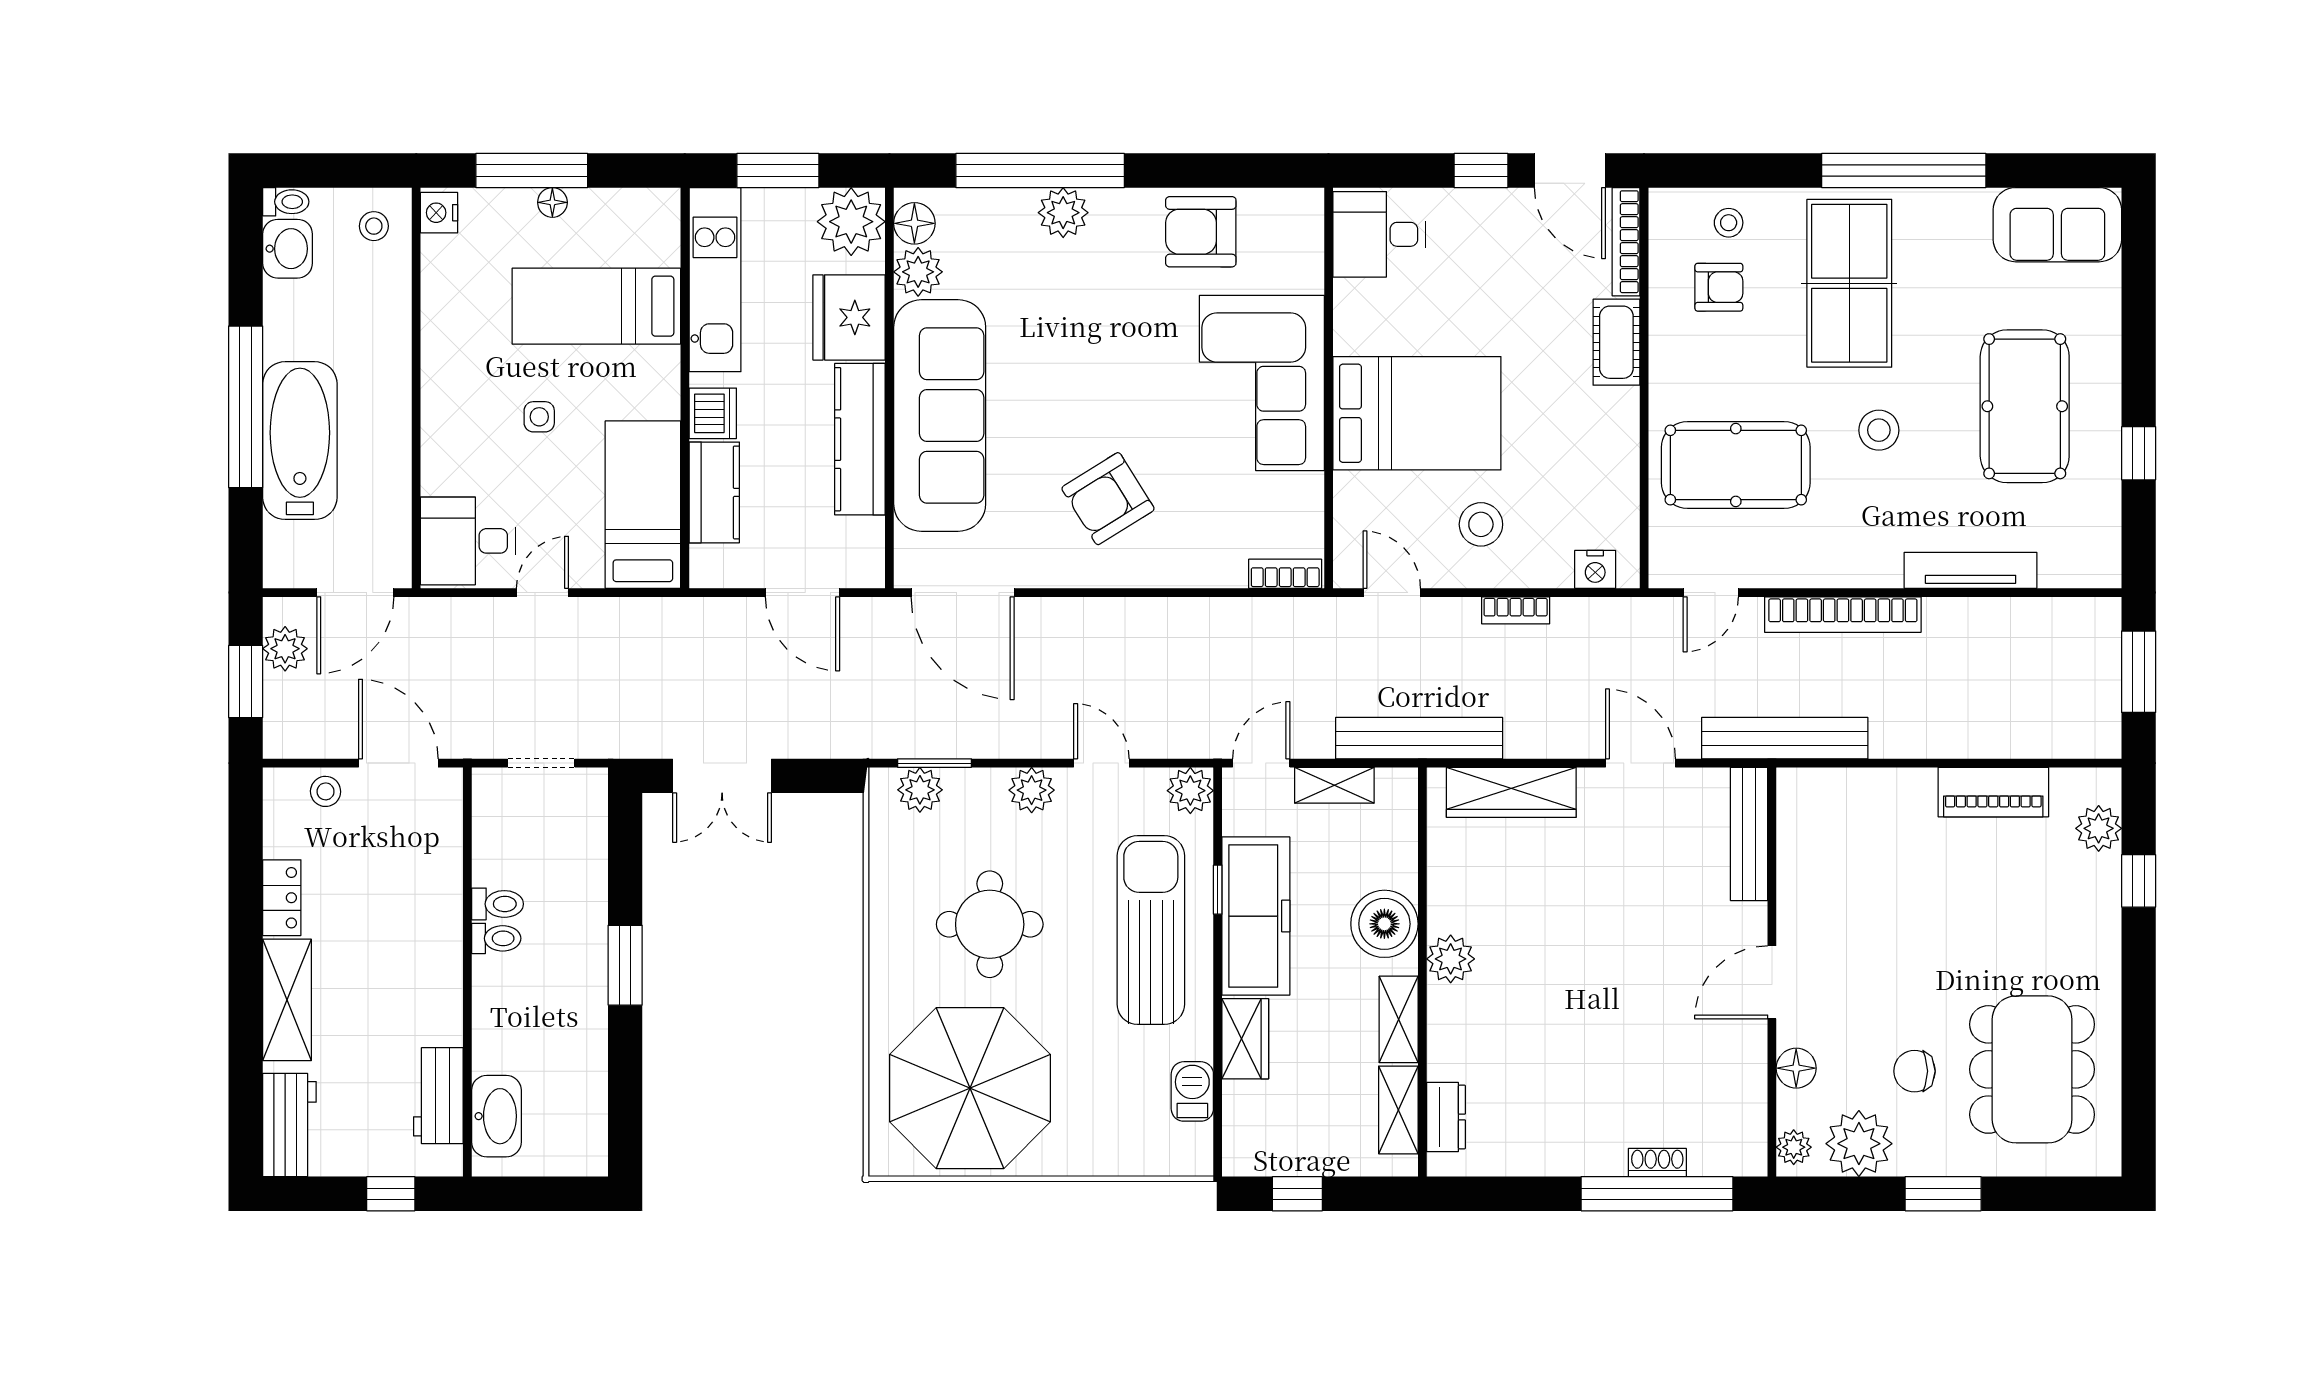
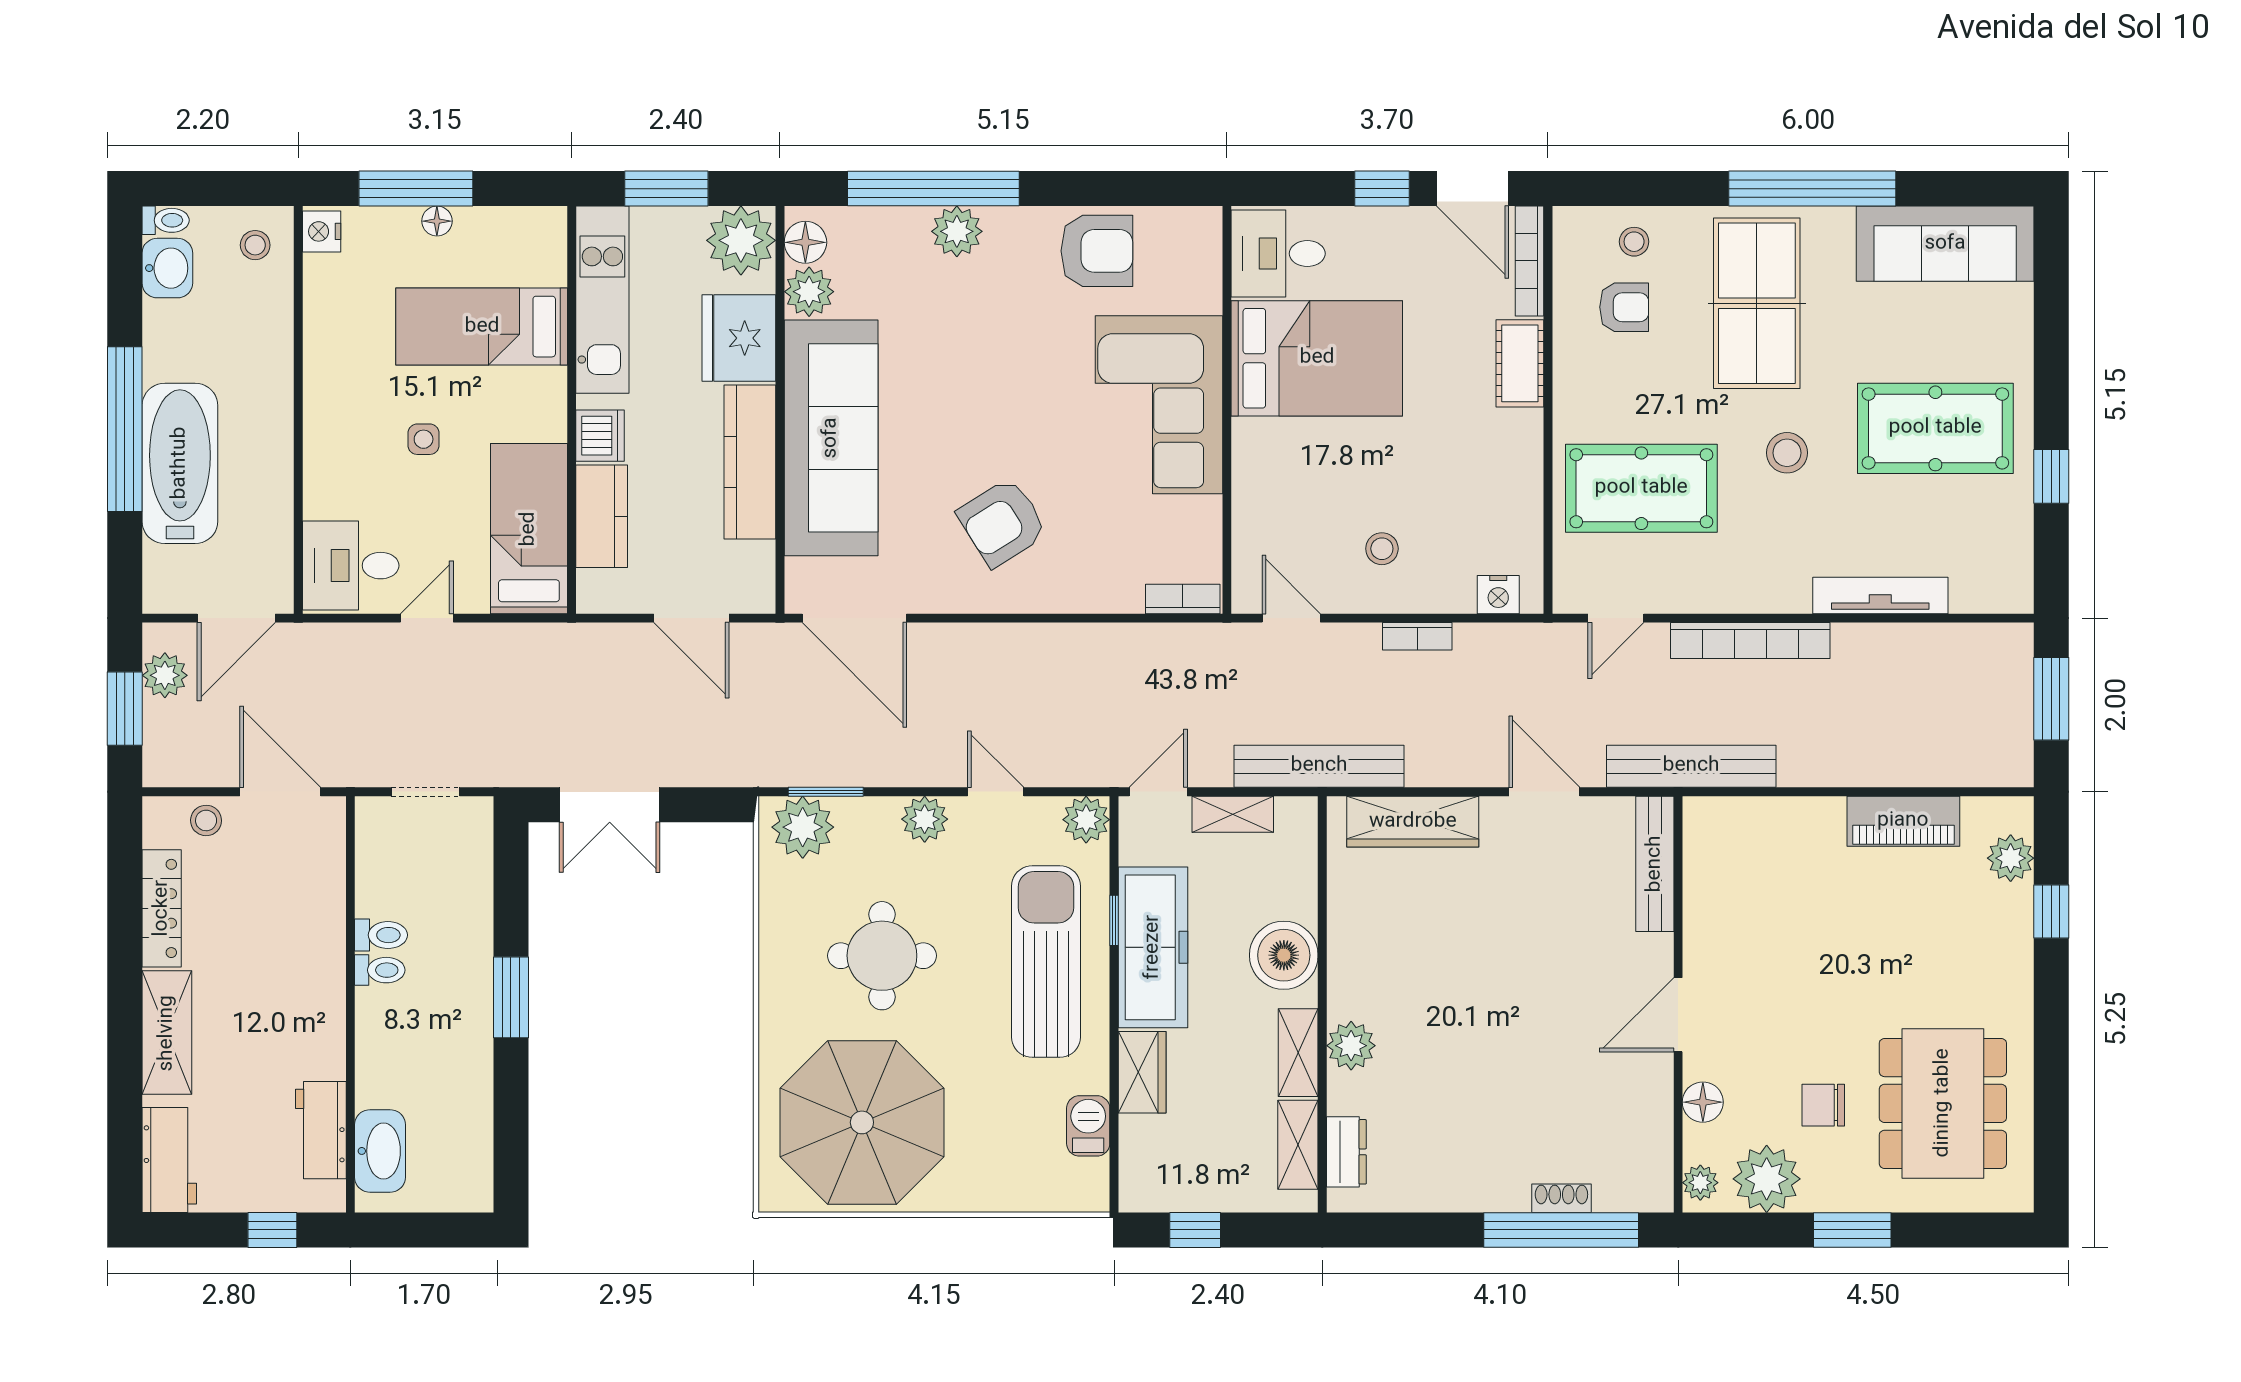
sofa: (2057, 225) -> (1945, 244), width x1.36
armchair: (1201, 232) -> (1097, 251), turned 180
pool table: (2025, 406) -> (1935, 428), turned 90
bed: (1417, 413) -> (1317, 358), moved
stool: (1481, 524) -> (1382, 549), width x0.73, depth x0.73
plant: (920, 790) -> (803, 827), width x1.36, depth x1.36
locker: (282, 898) -> (162, 908), width x1.53
plant: (1451, 959) -> (1351, 1046), moved

